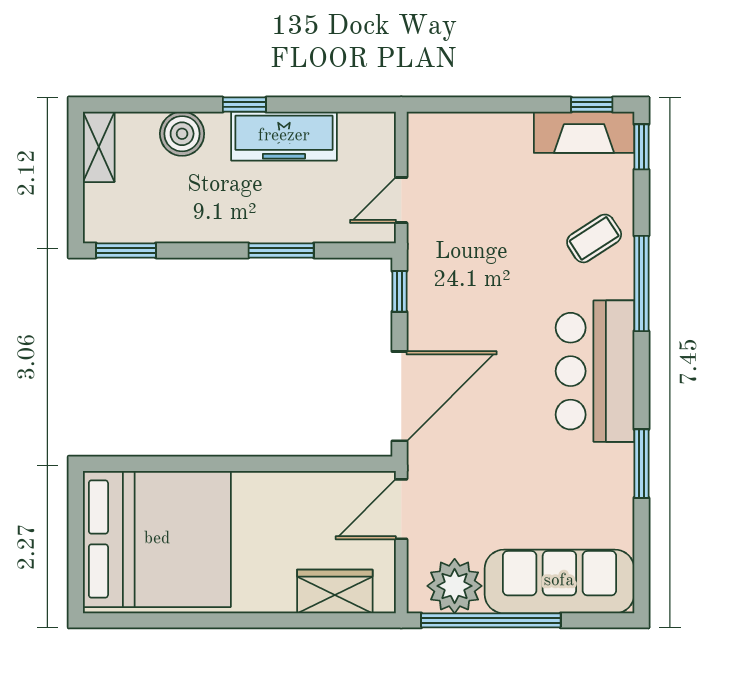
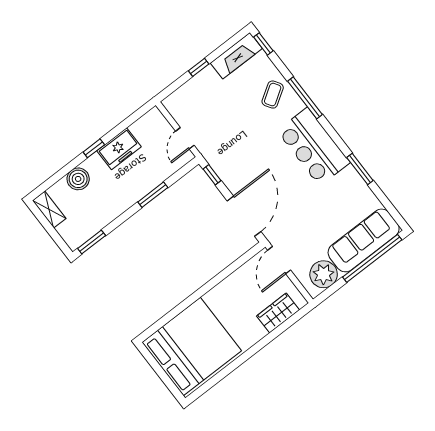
window: (592, 105) -> (199, 67), moved
freezer: (284, 136) -> (119, 149), width x0.71
window: (491, 620) -> (372, 258), moved

